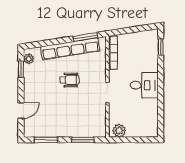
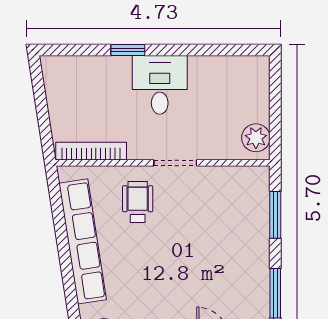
window: (85, 37) -> (58, 209), removed
window: (161, 47) -> (128, 50), moved
wheelchair: (69, 80) -> (138, 202), moved

